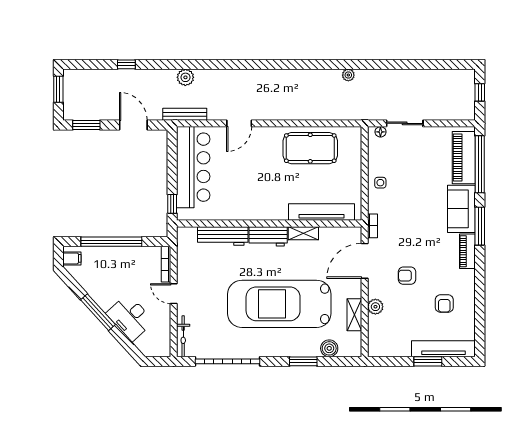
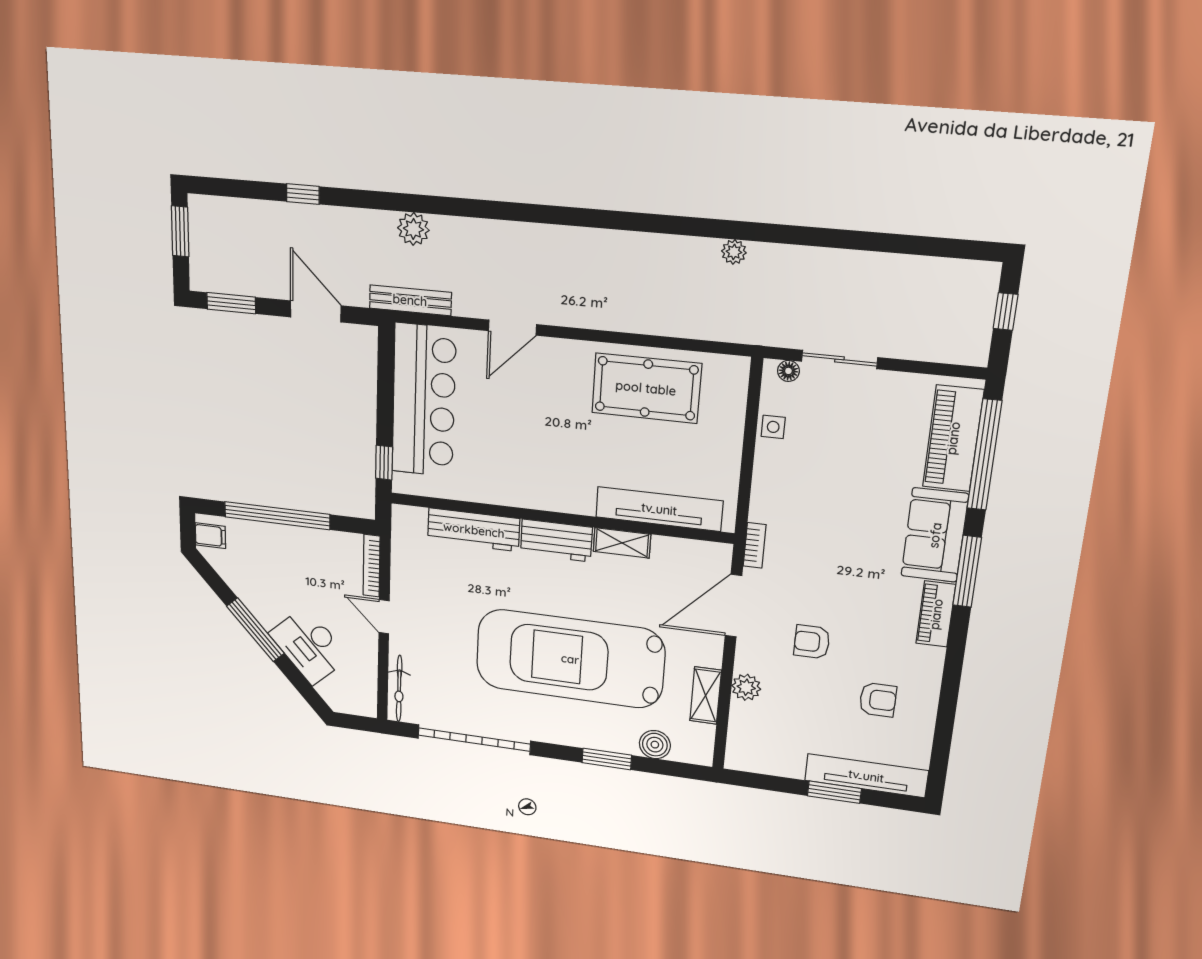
side table: (380, 183) -> (773, 427), moved
armchair: (444, 304) -> (878, 700), turned -90

